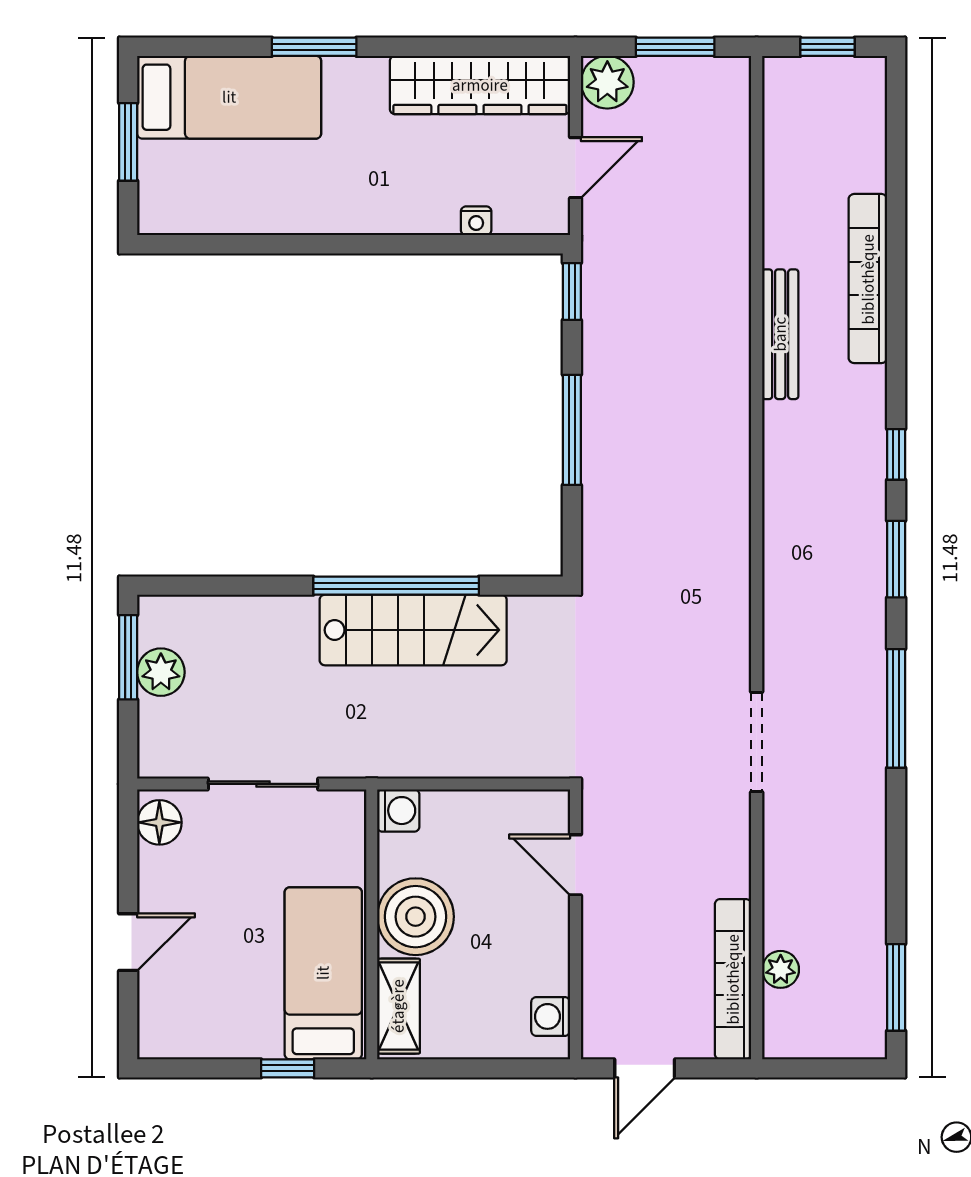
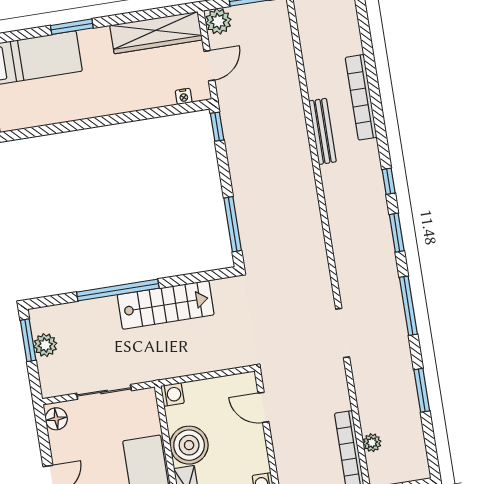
nightstand: (476, 221) -> (184, 96), moved
window: (572, 430) -> (233, 224), moved
window: (396, 586) -> (118, 290), moved
window: (896, 987) -> (422, 390), moved

